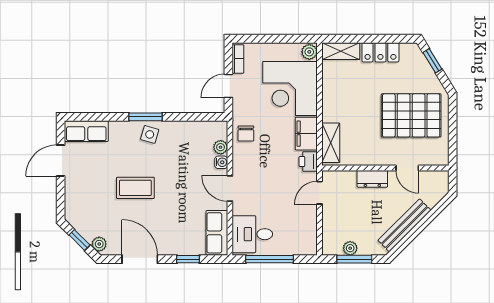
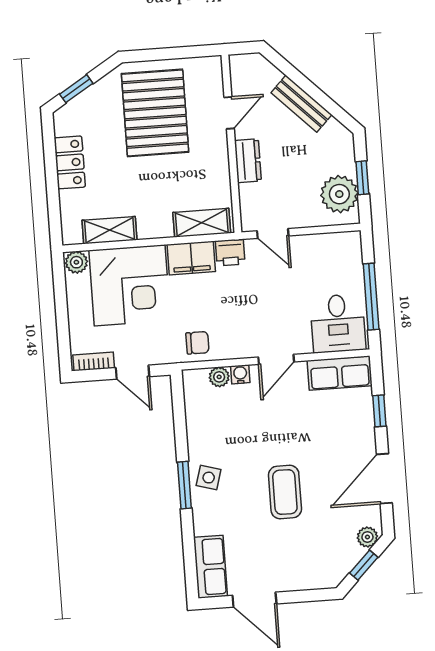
shelving: (341, 51) -> (110, 230), moved, turned 90
bench: (405, 225) -> (301, 104), width x0.73
plant: (350, 248) -> (339, 194), width x1.87, depth x1.87
window: (354, 259) -> (362, 178), width x0.67

